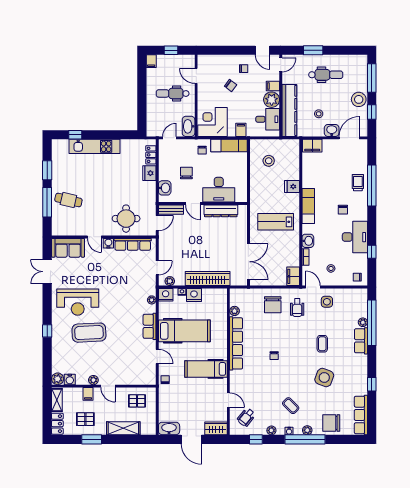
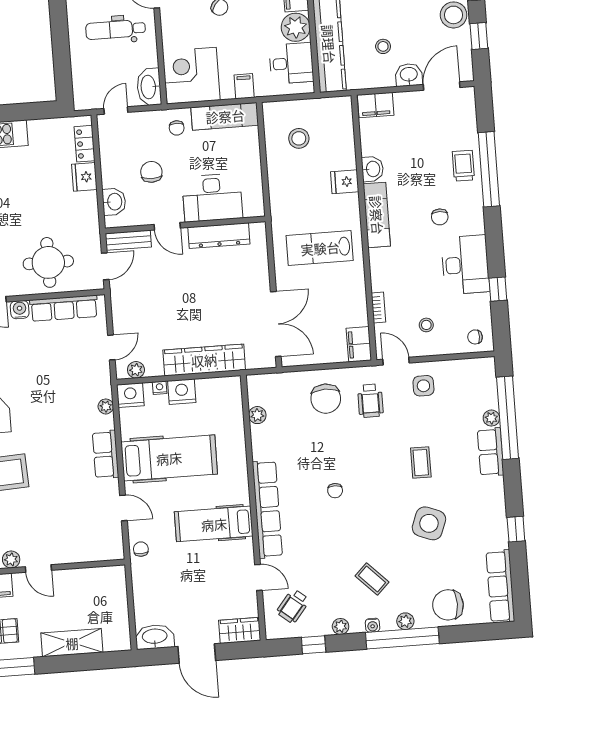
washbasin: (308, 241) -> (372, 169), moved
row of seats: (236, 343) -> (267, 509), moved
pallet: (137, 401) -> (93, 591), removed

